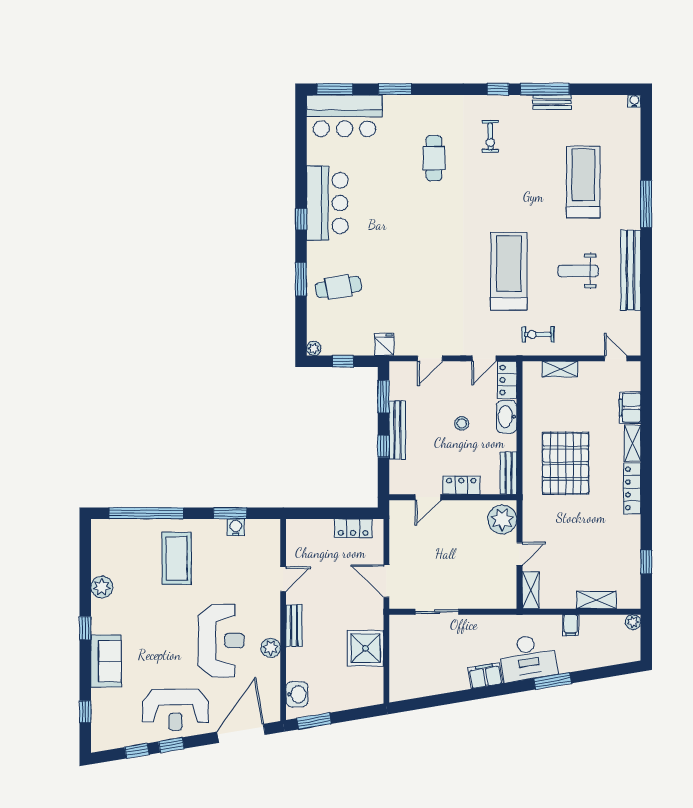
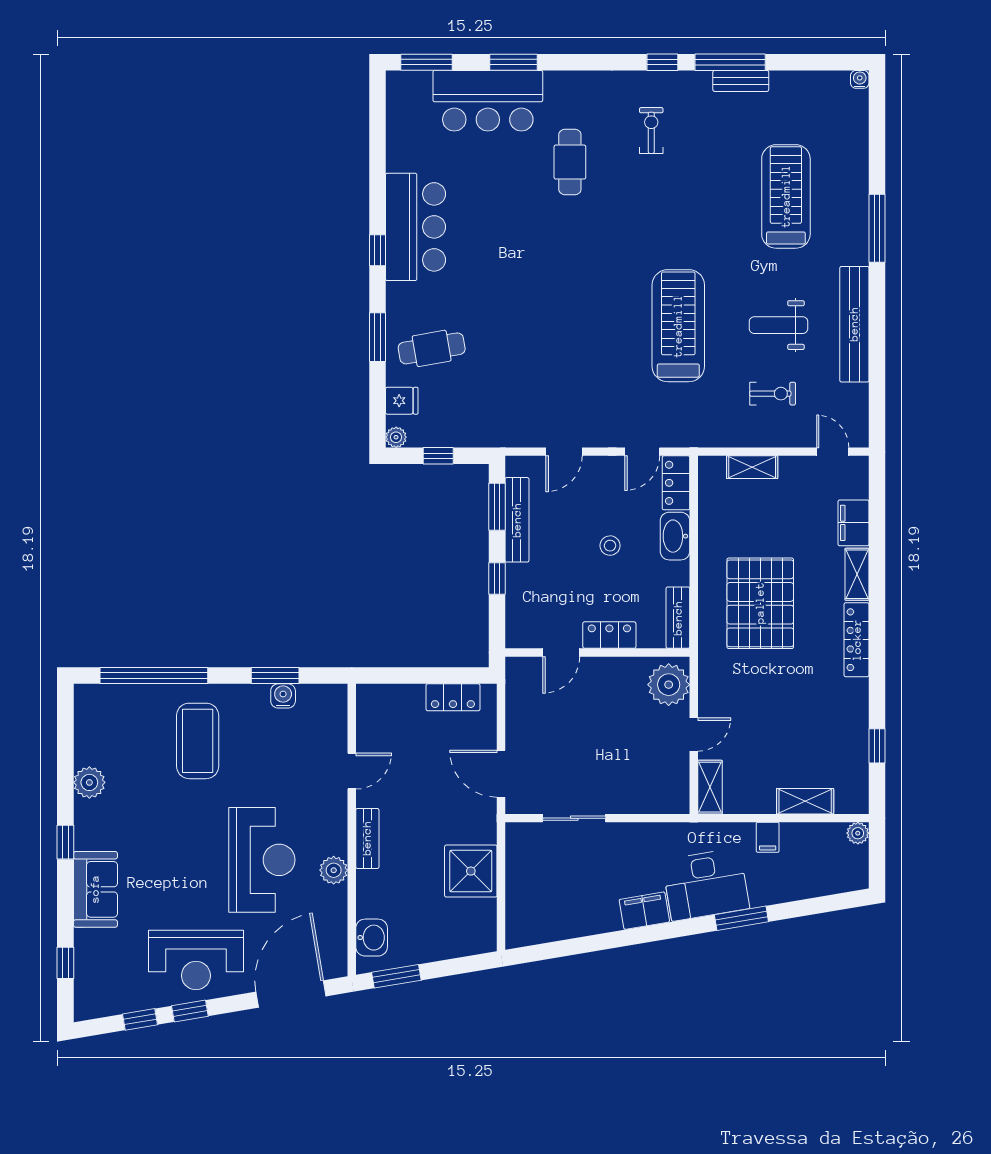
bar counter: (344, 116) -> (488, 101), moved
exercise bike: (490, 136) -> (651, 131), turned 180
exercise bike: (538, 334) -> (773, 394), moved, turned 180
fridge: (384, 344) -> (402, 401), moved, turned 90
bench: (397, 430) -> (517, 520), moved

